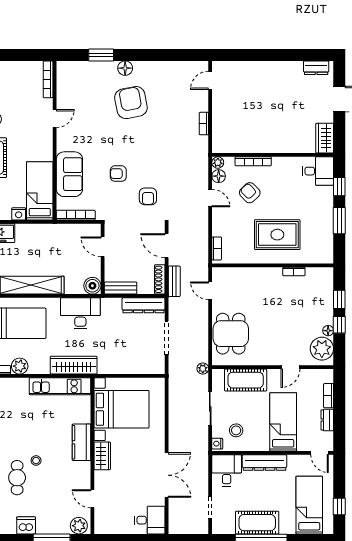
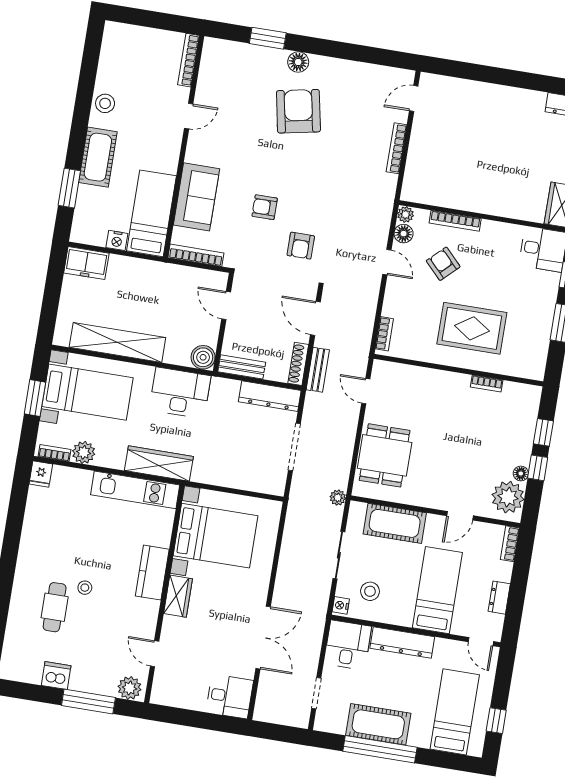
bookcase: (204, 124) -> (397, 148), width x1.56
bookcase: (329, 396) -> (510, 544), moved

